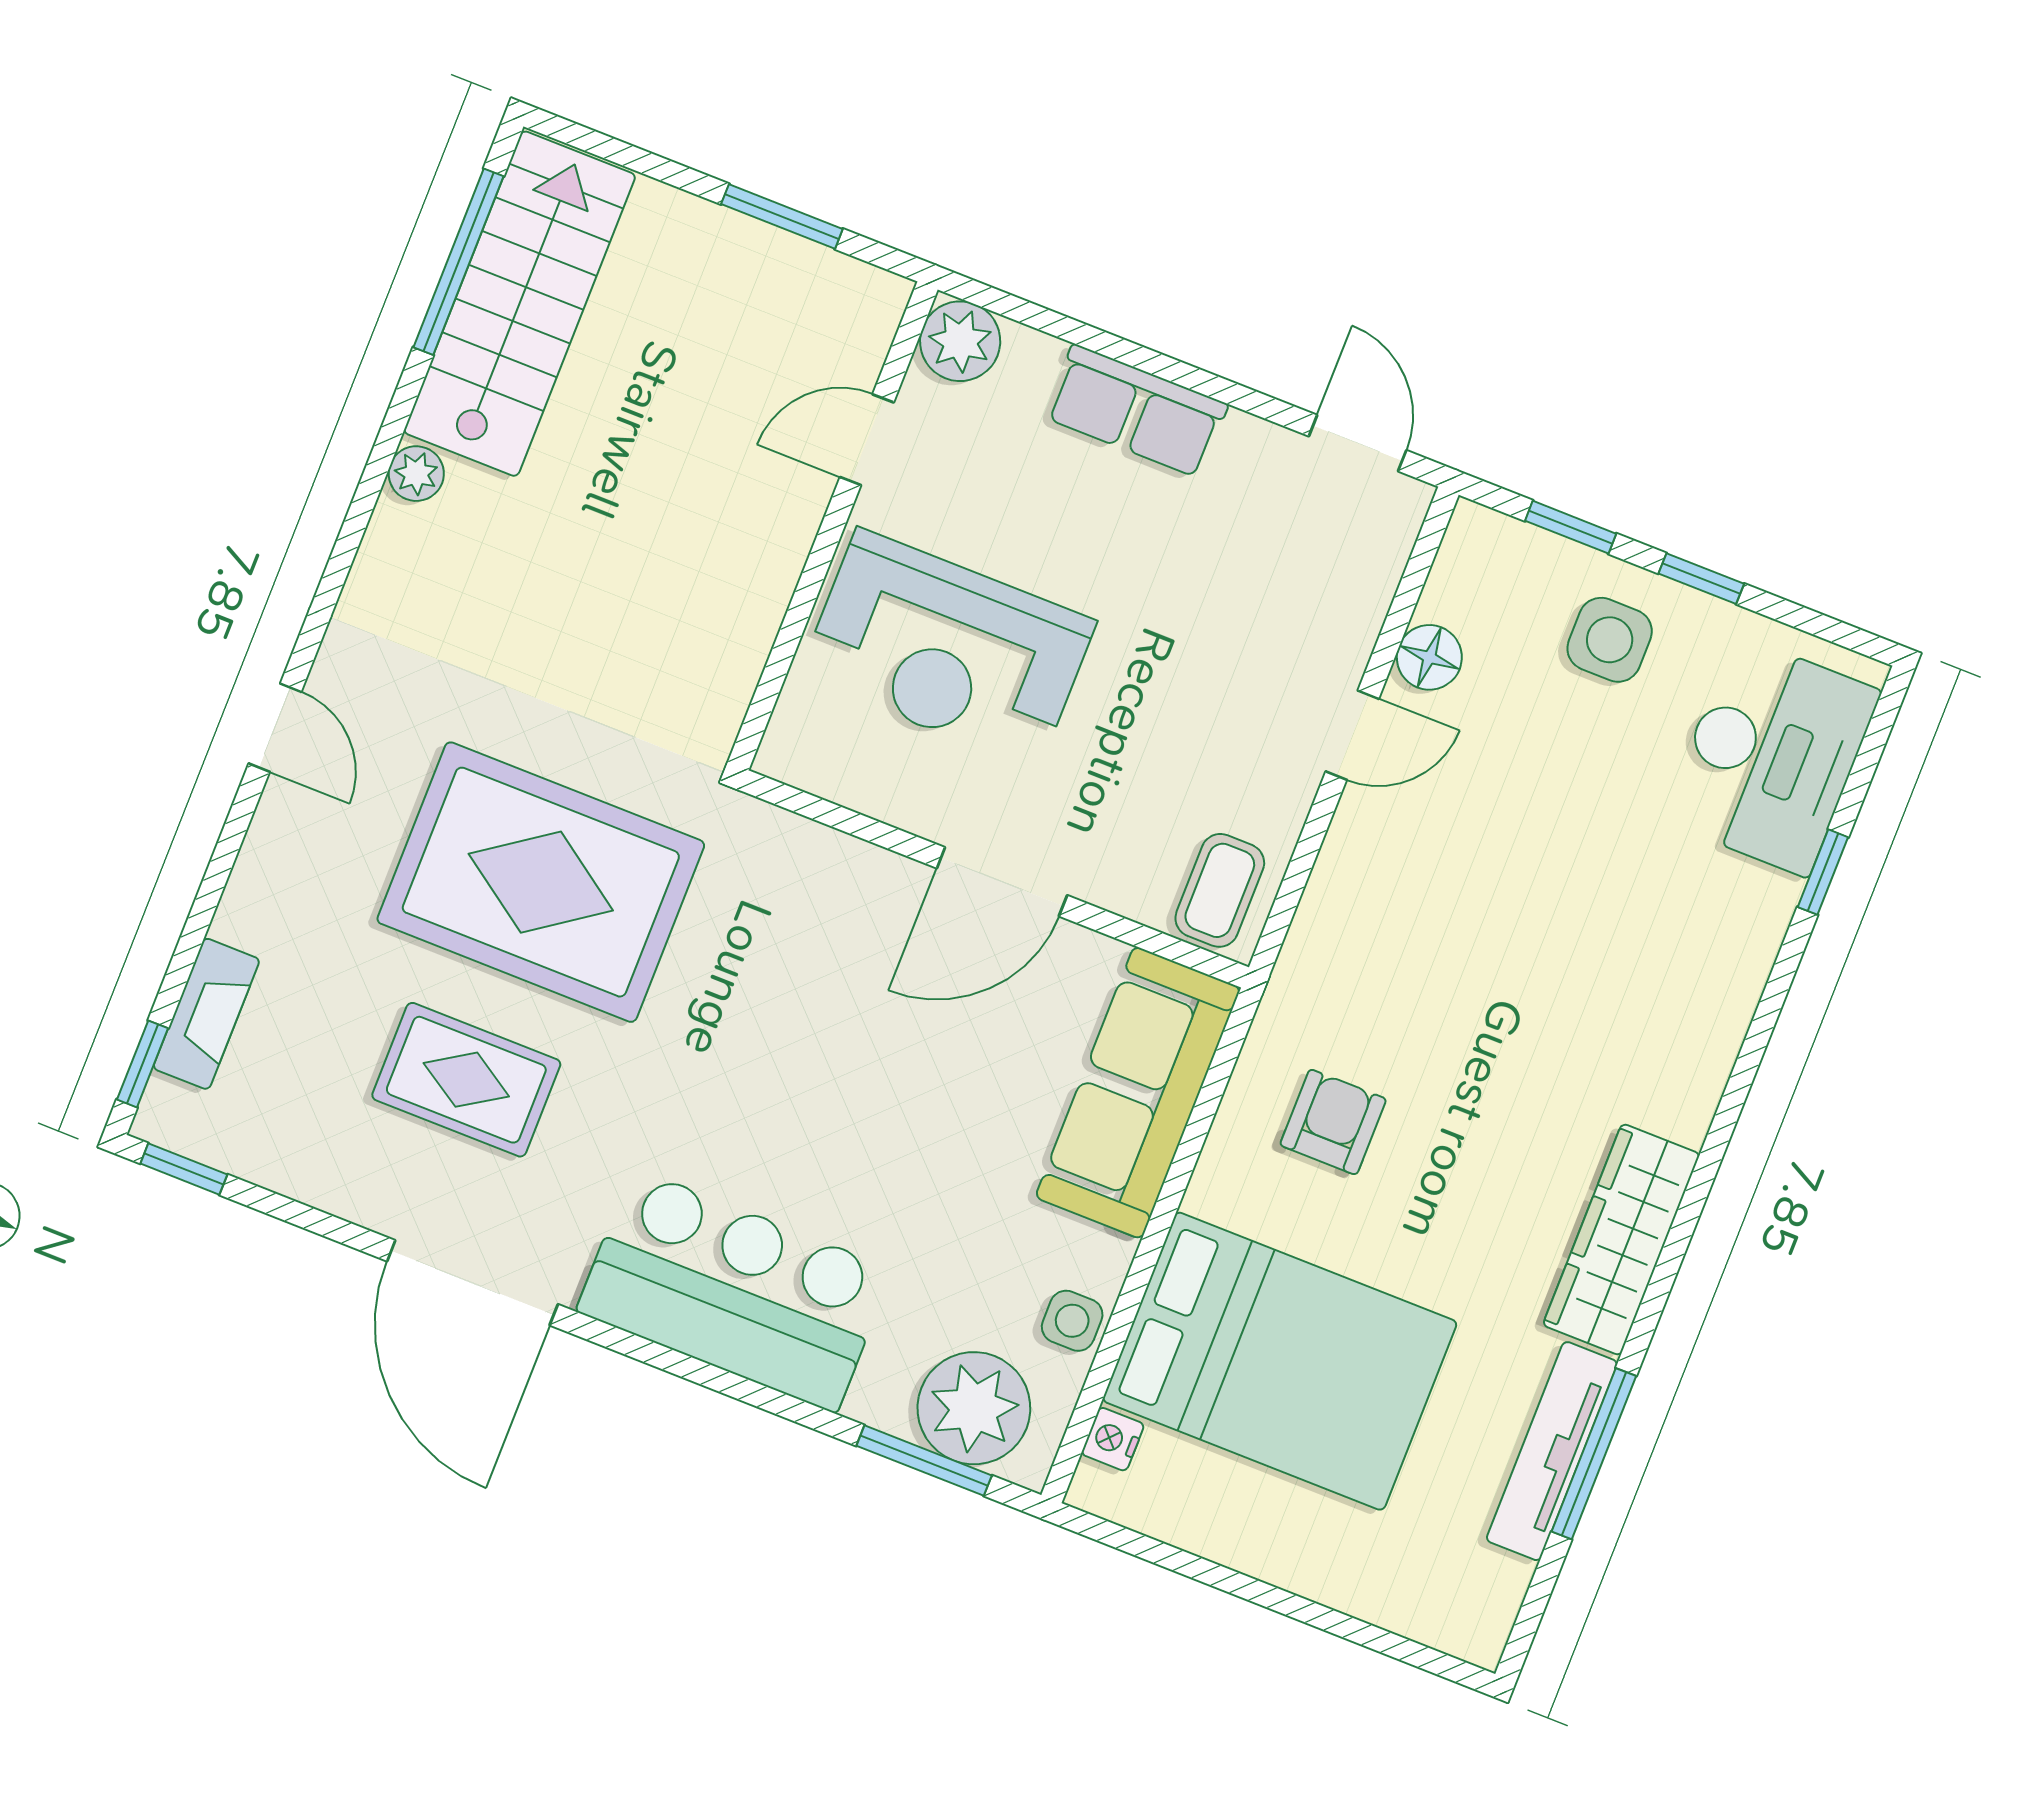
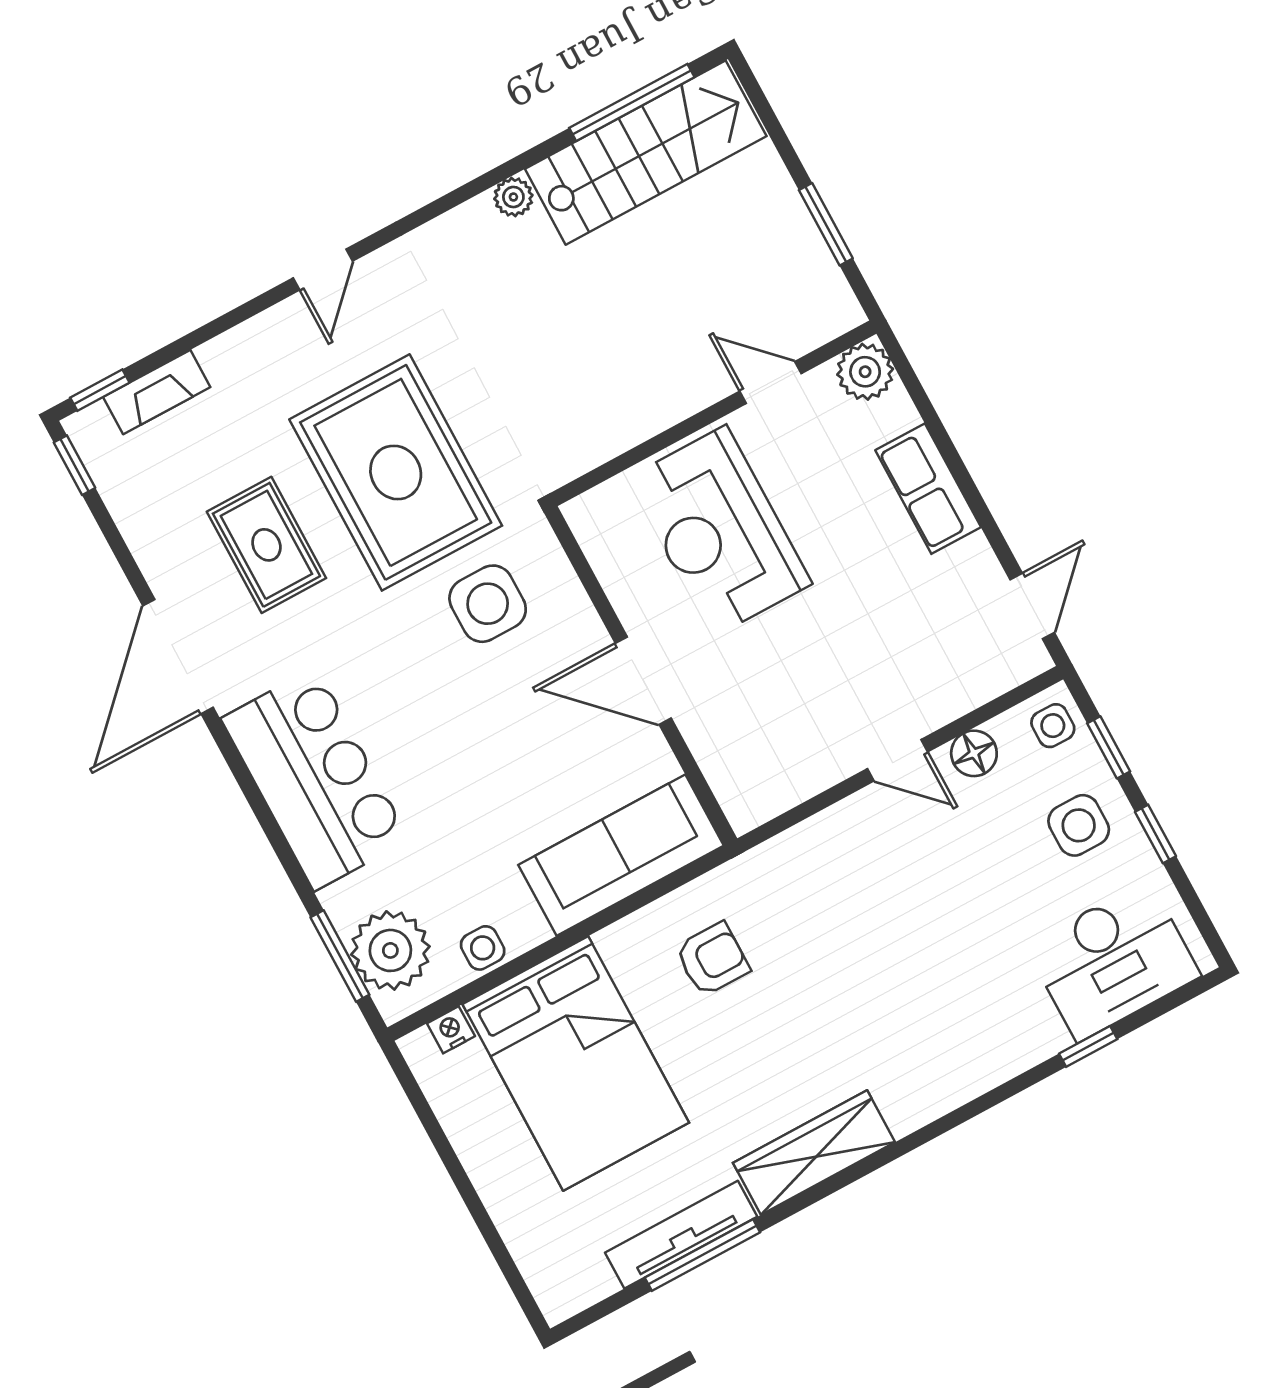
side table: (1490, 555) -> (1053, 726), added
coffee table: (1220, 890) -> (756, 784), removed
side table: (762, 941) -> (488, 604), added

